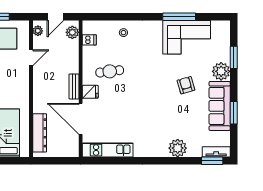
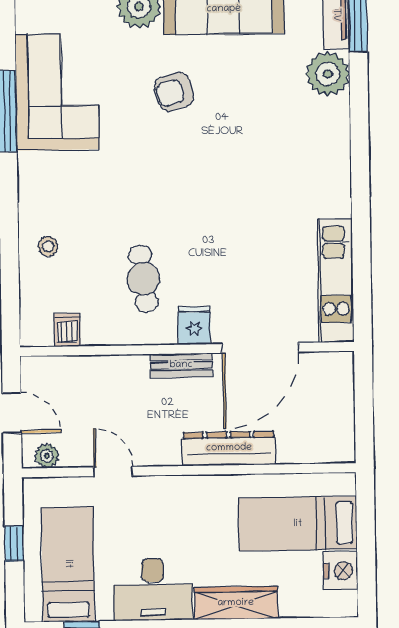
plant: (72, 32) -> (50, 371), removed
dresser: (40, 133) -> (229, 448), moved
plant: (178, 148) -> (328, 74), moved

